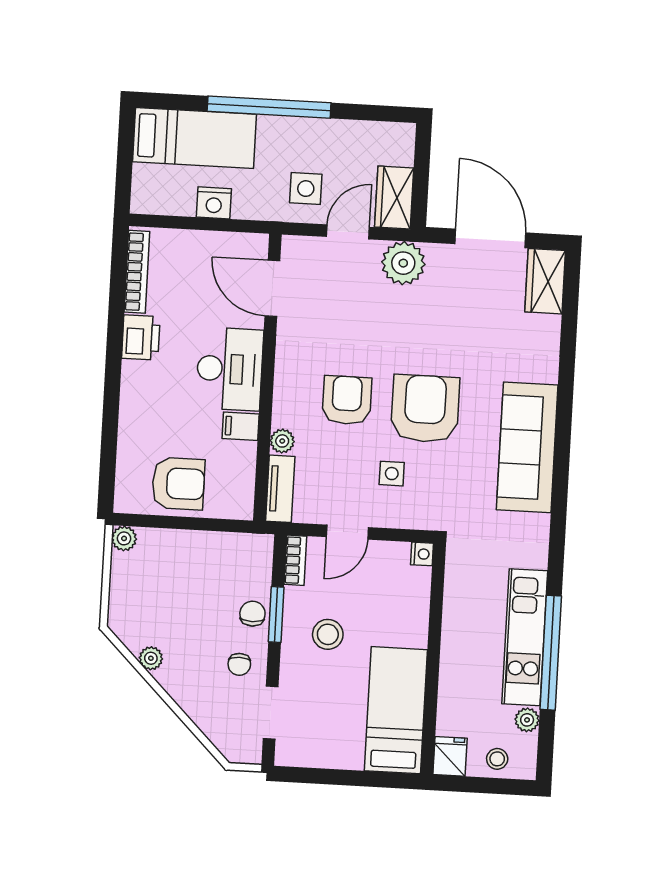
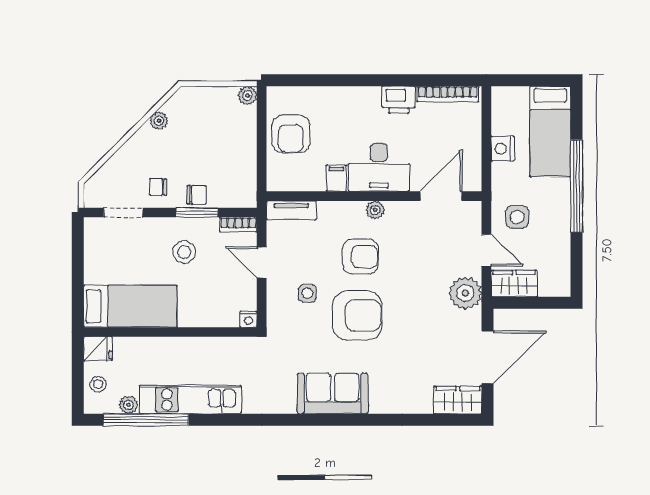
plant: (282, 441) -> (375, 210), moved
sofa: (527, 447) -> (333, 394), width x0.73
window: (551, 653) -> (146, 420), moved

